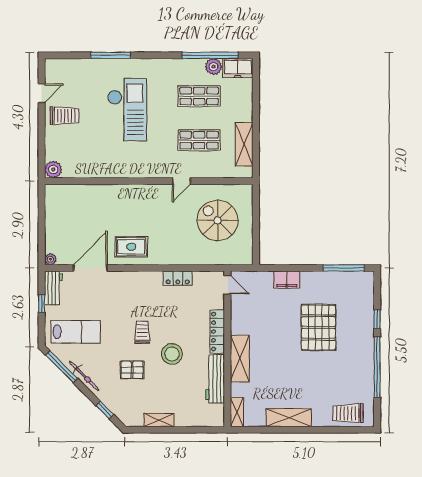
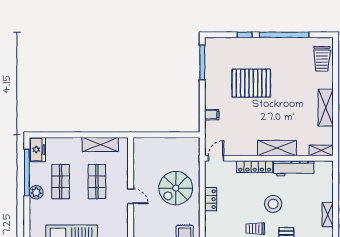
plant: (213, 67) -> (36, 192), moved
spiral stairs: (218, 220) -> (176, 188), moved
filing cabinet: (287, 280) -> (212, 115), width x0.50

